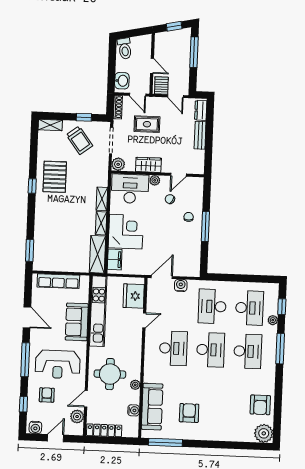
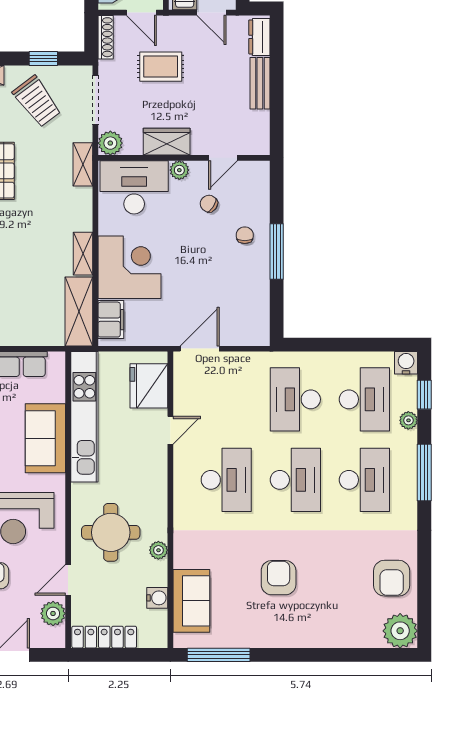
shelving: (102, 199) -> (83, 164), moved
water cooler: (181, 285) -> (406, 363), moved
sofa: (152, 407) -> (191, 601), width x0.73
armchair: (189, 413) -> (279, 578), moved

